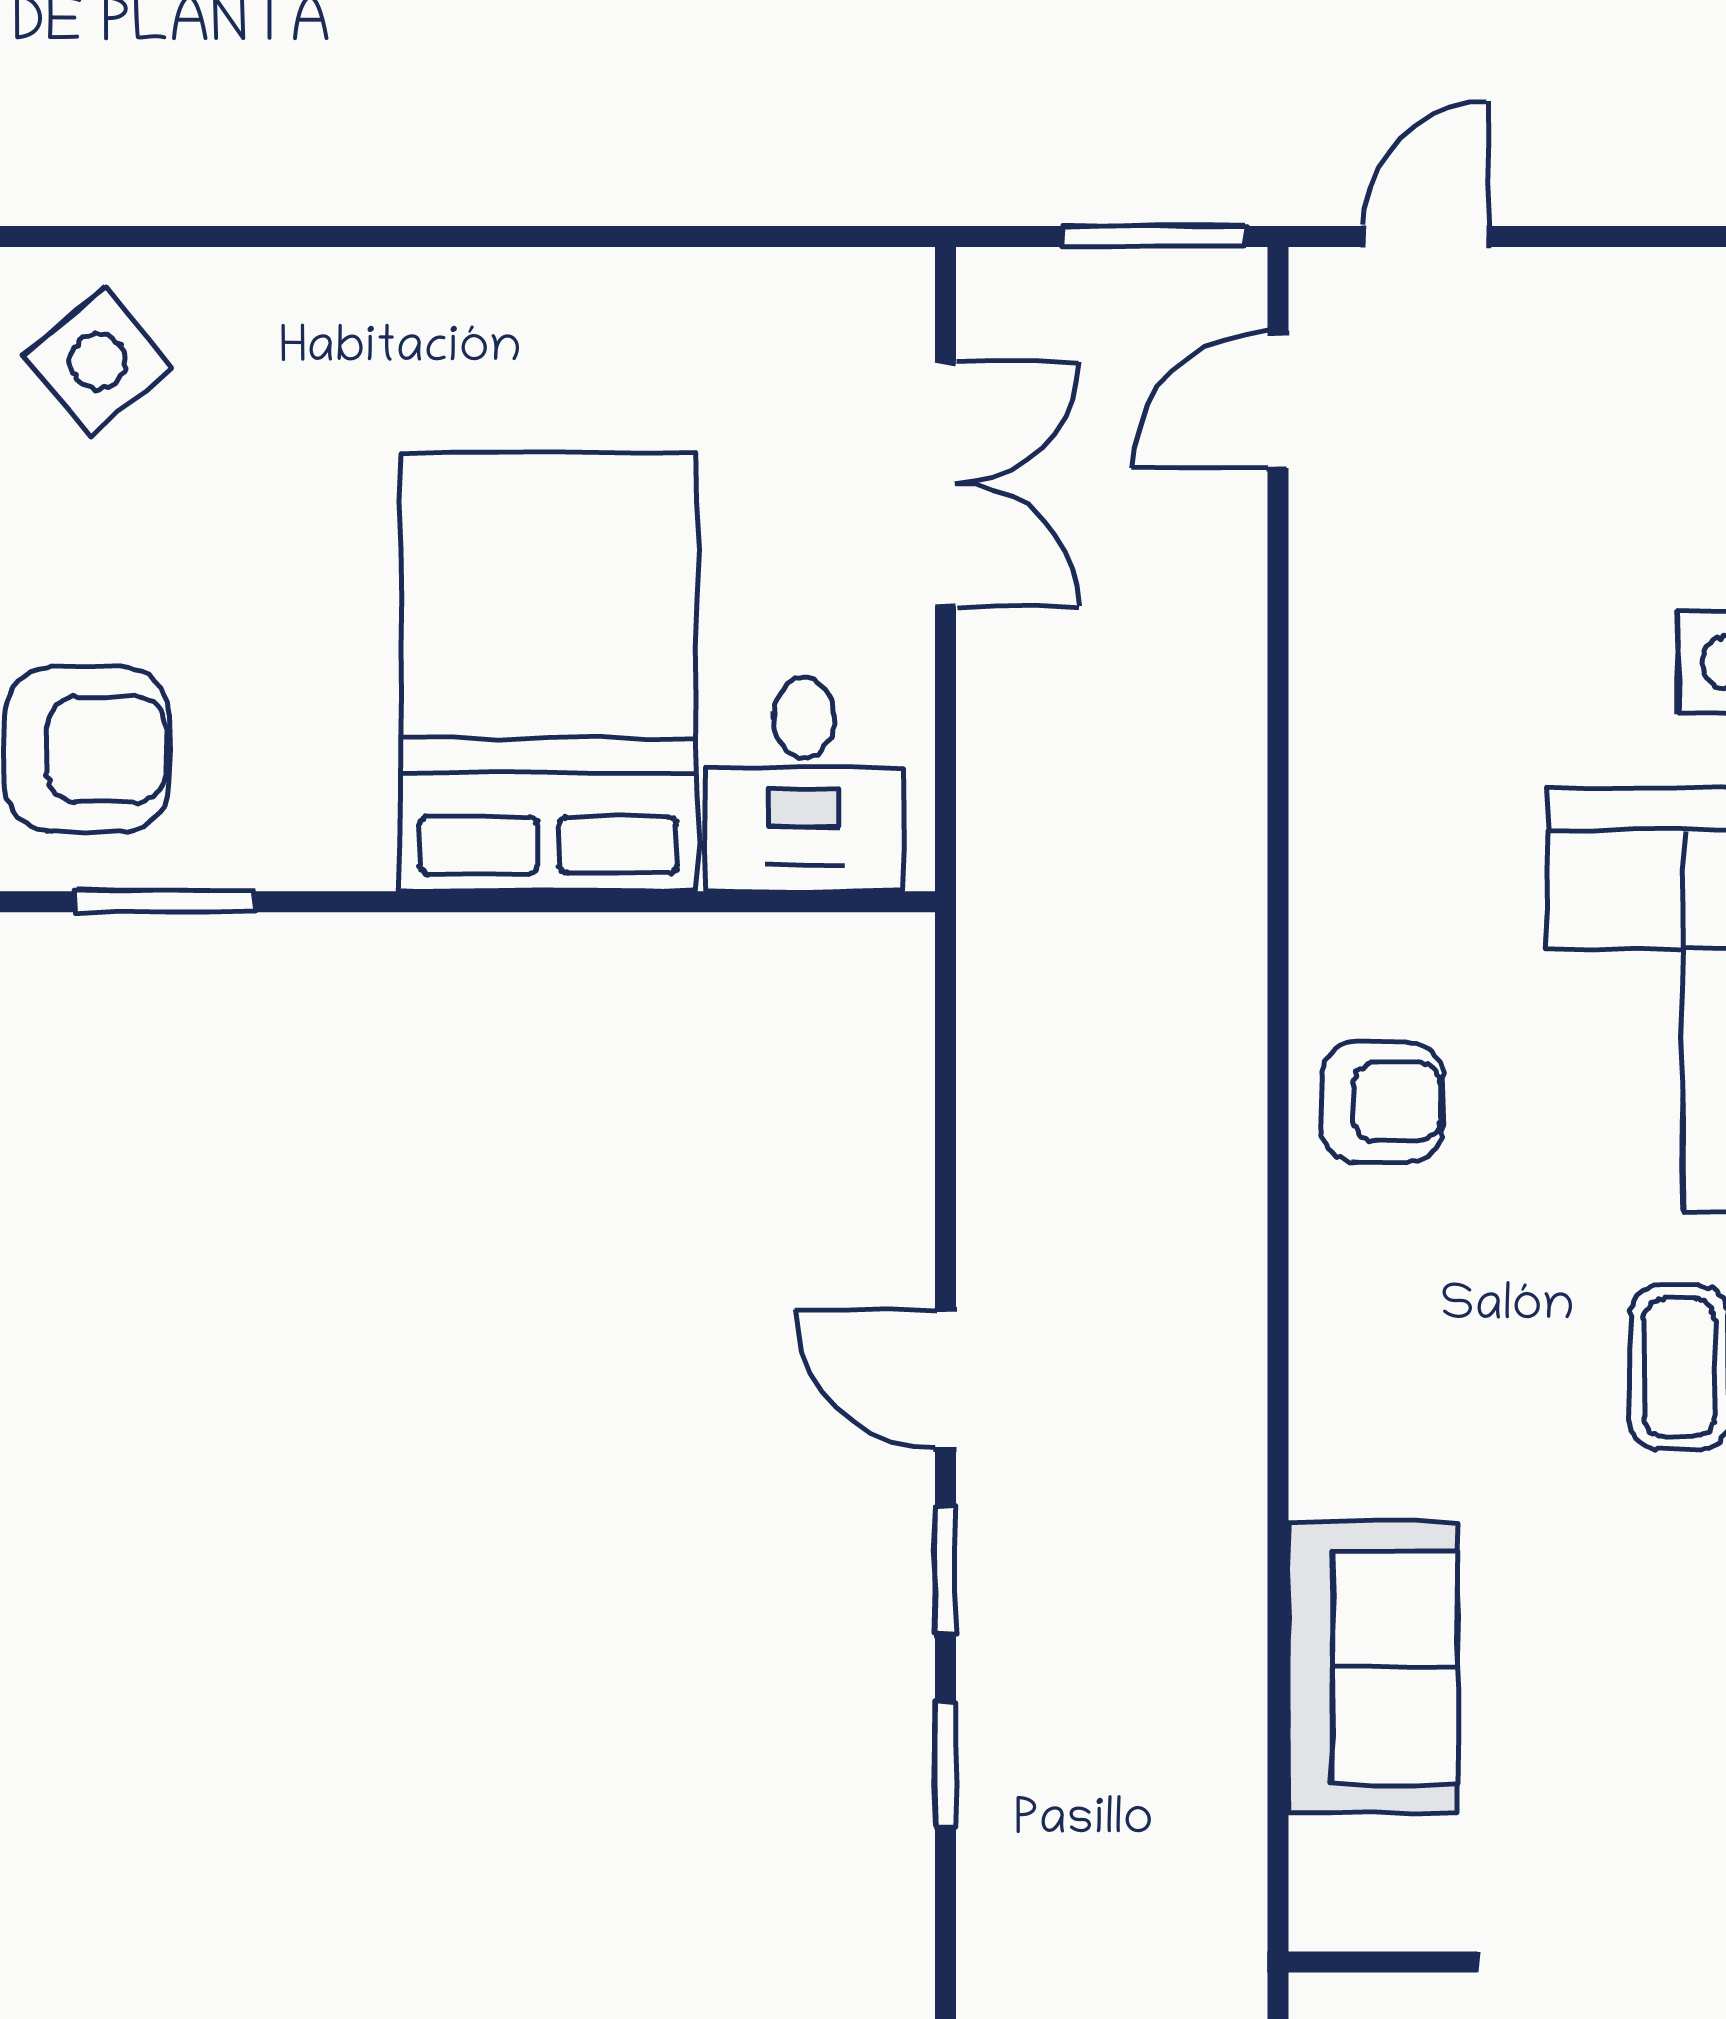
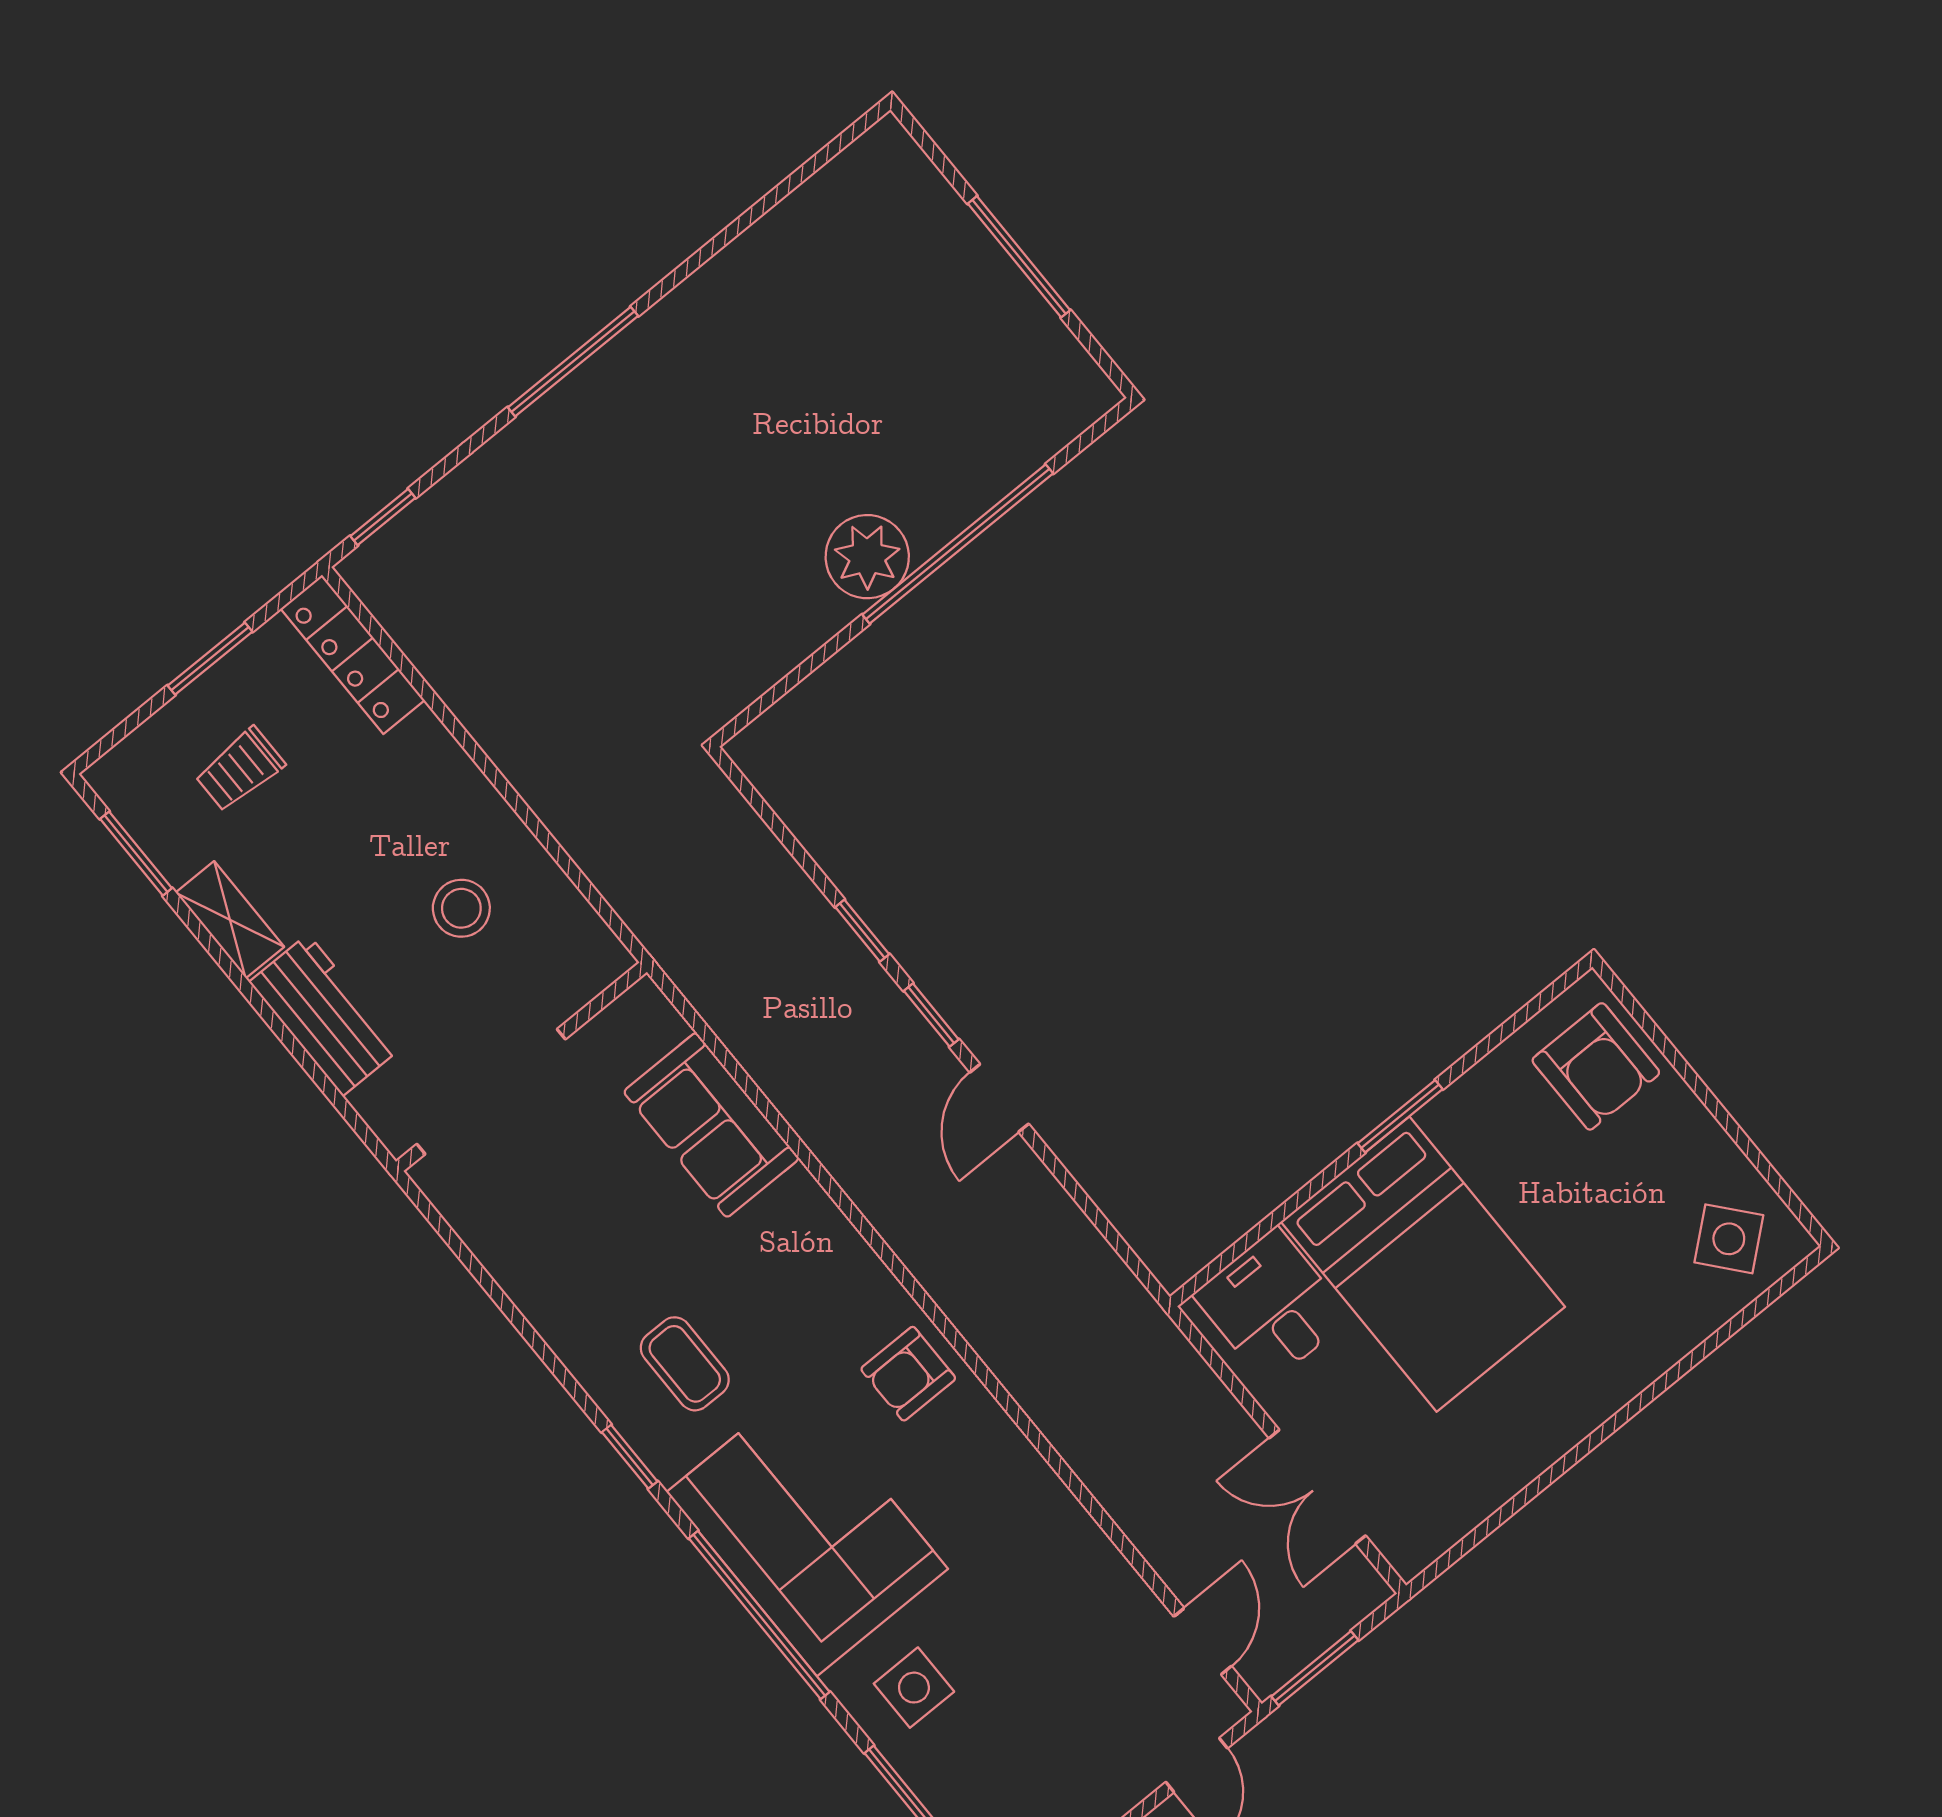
armchair: (87, 749) -> (1596, 1066), turned -90
window: (165, 902) -> (1400, 1116), moved
door: (945, 1379) -> (999, 1098), swing flipped

